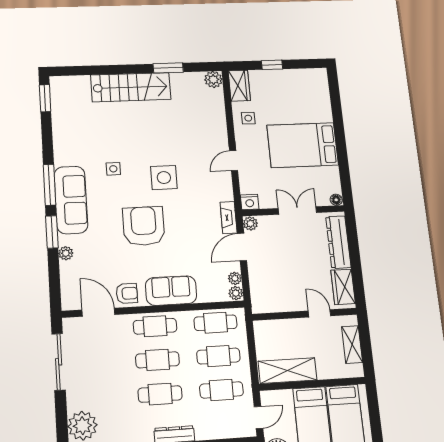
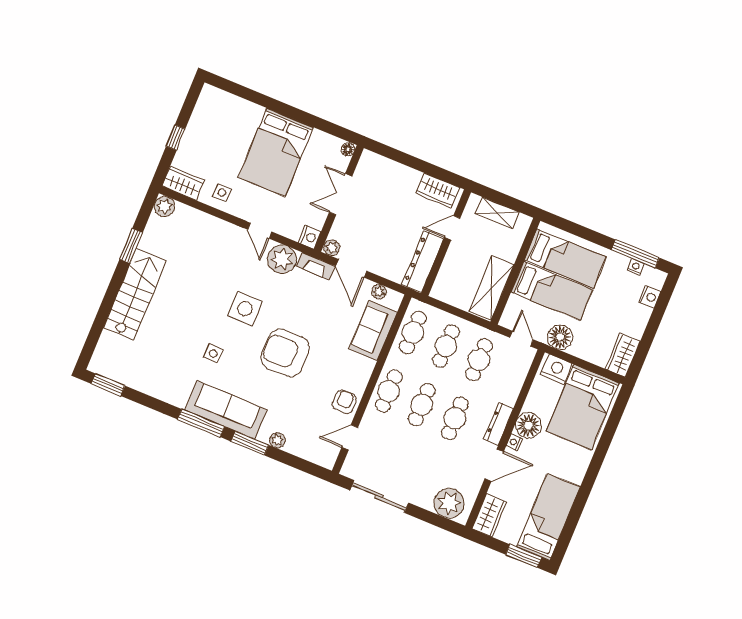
dresser: (338, 242) -> (423, 262), moved, turned 90
sofa: (171, 291) -> (373, 331), moved
plant: (236, 293) -> (282, 259), moved, width x1.88, depth x1.88
door: (98, 312) -> (350, 437), width x0.73

